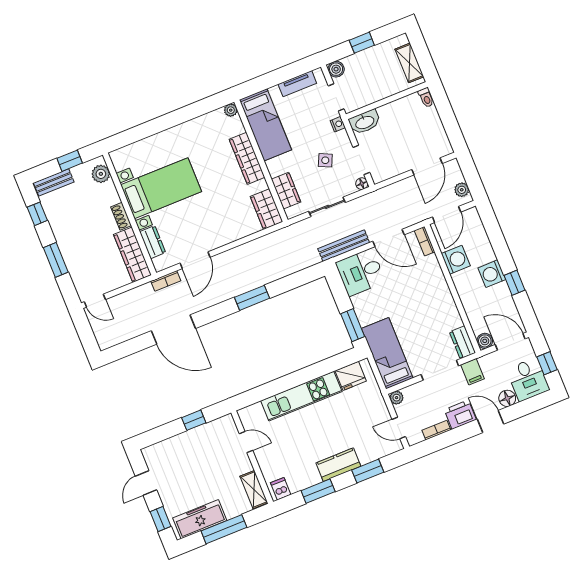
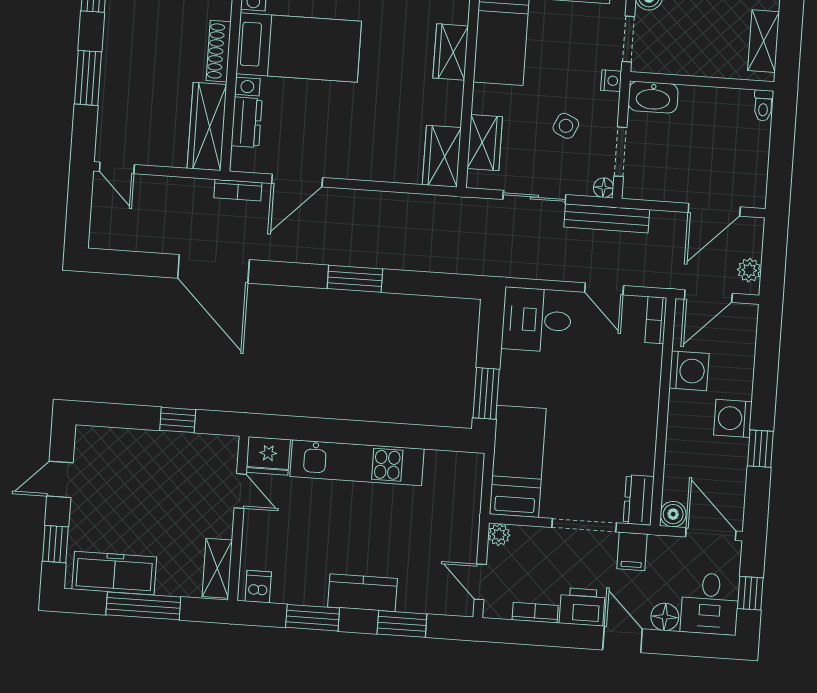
wardrobe: (247, 158) -> (451, 52), width x0.67
shoe rack: (121, 216) -> (219, 51), width x1.43
door: (389, 238) -> (604, 289), width x0.73
bench: (344, 246) -> (607, 218), moved
fridge: (351, 376) -> (268, 456), moved

